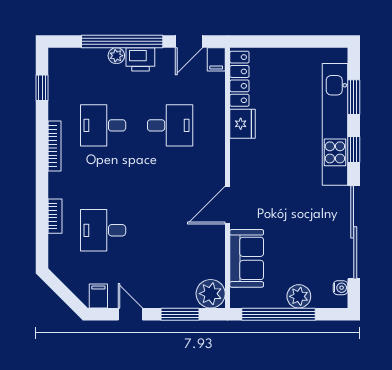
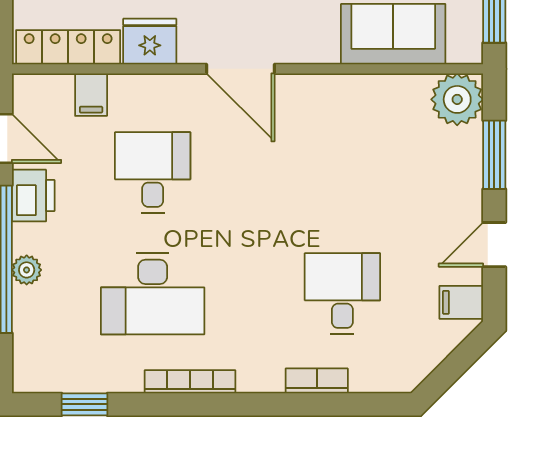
printer: (140, 59) -> (33, 196), moved
filing cabinet: (216, 59) -> (91, 95), moved, turned 90
desk: (103, 125) -> (153, 294), width x1.37
door: (227, 205) -> (241, 69), moved
desk: (103, 230) -> (342, 294), turned 180

